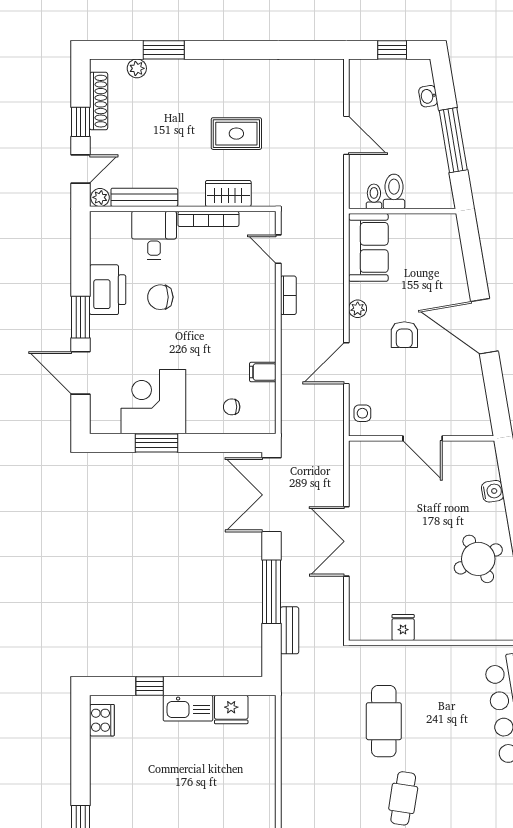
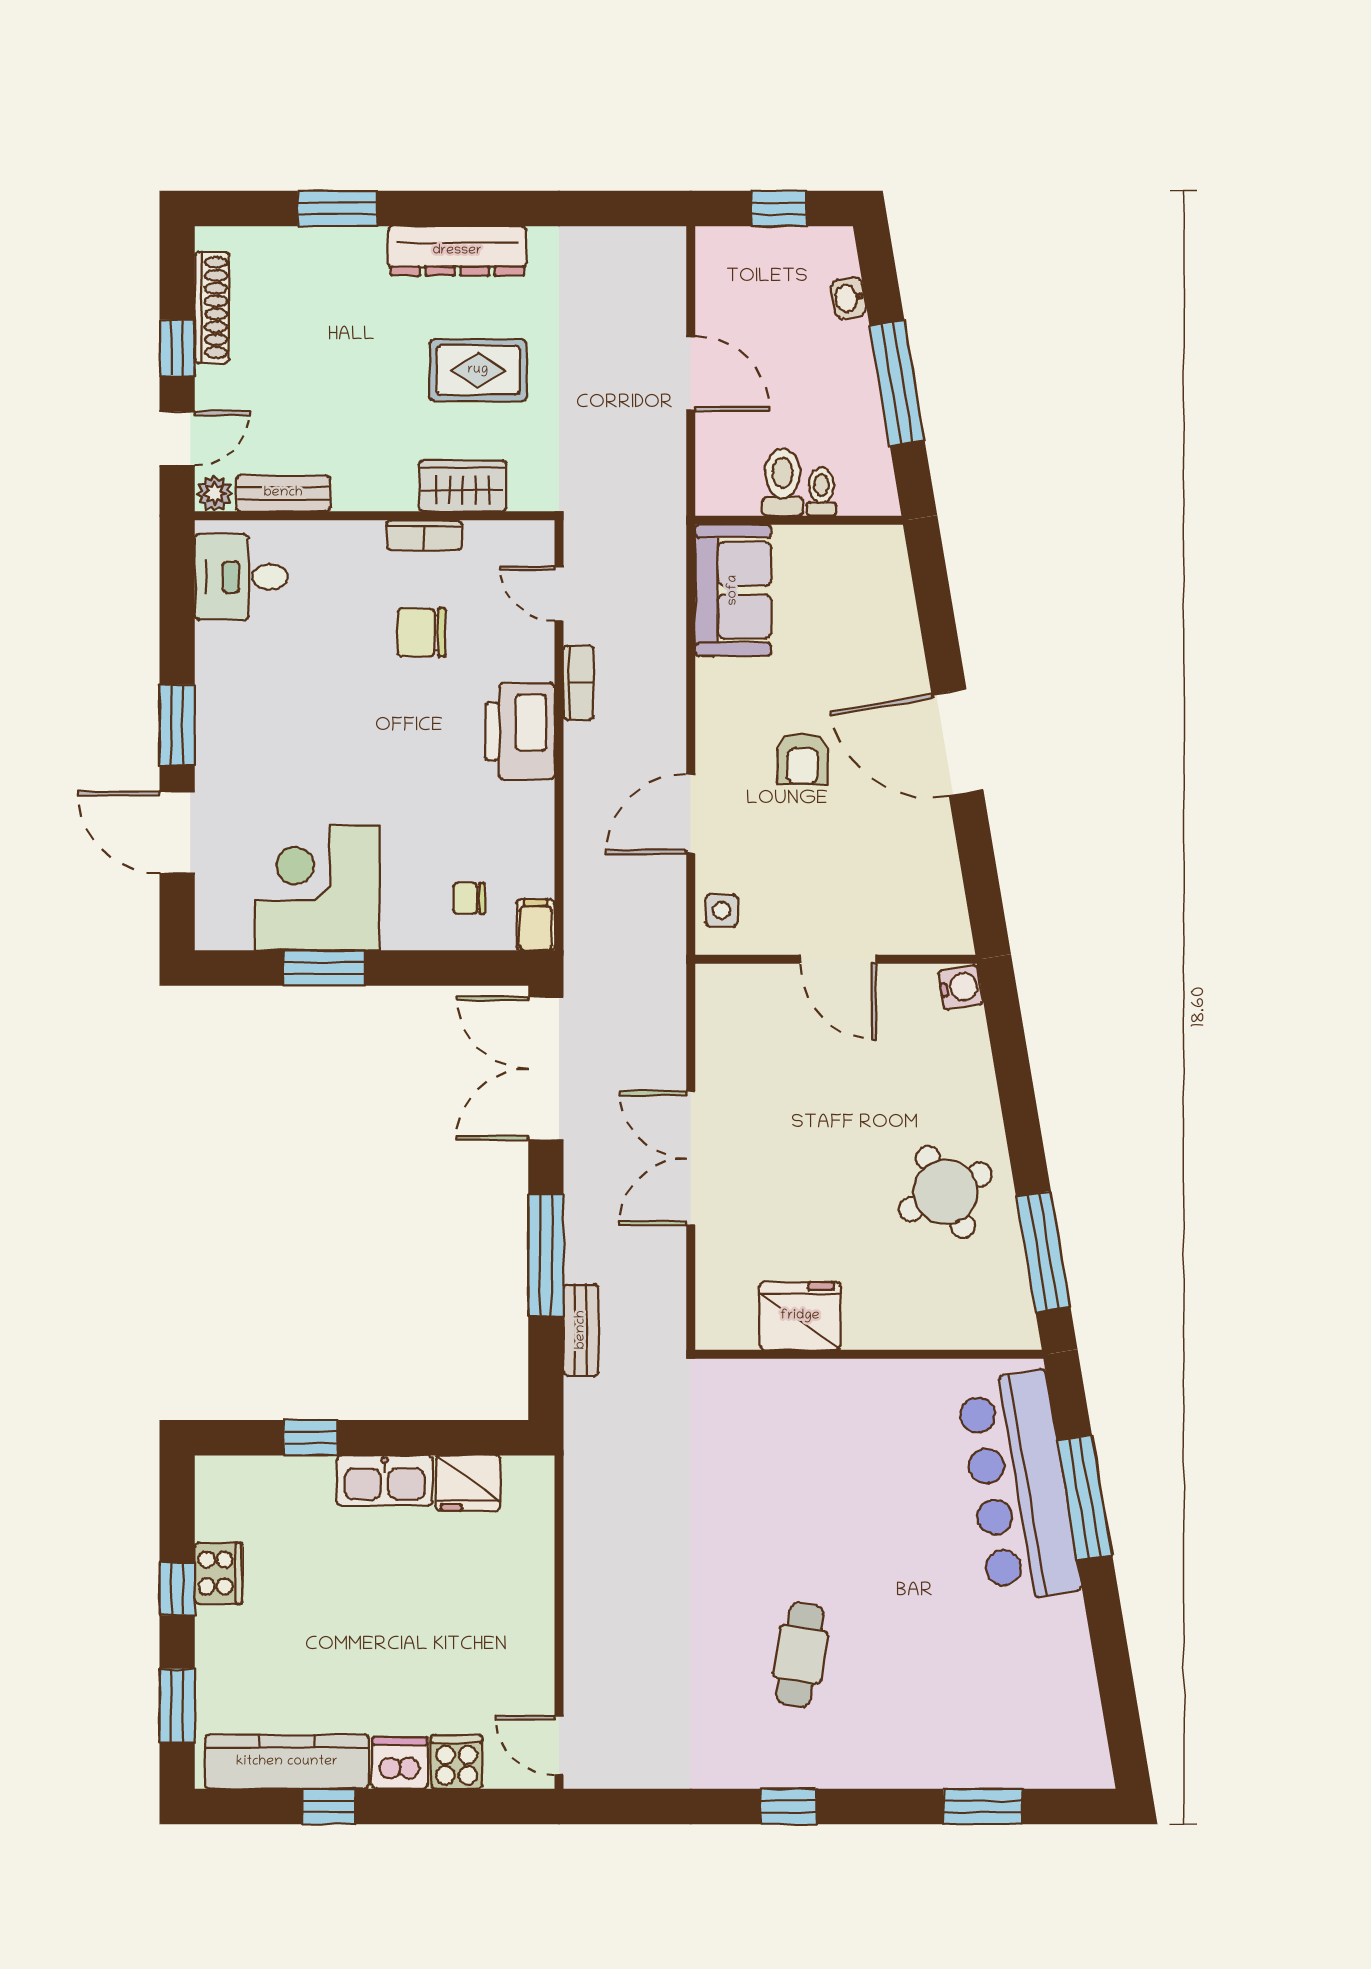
plant: (137, 68) -> (286, 244), removed
dresser: (226, 72) -> (457, 251), added
toilet: (374, 196) -> (821, 492), moved
bench: (144, 197) -> (283, 493), width x0.73
bookcase: (208, 219) -> (424, 535), width x0.64
desk: (154, 235) -> (241, 577), moved, turned -90
printer: (108, 290) -> (520, 731), moved, turned 180
chair: (160, 297) -> (422, 632), moved
plant: (358, 309) -> (712, 709), removed
filing cabinet: (263, 372) -> (536, 925), moved, turned 90
water cooler: (493, 491) -> (961, 987), moved
fridge: (403, 627) -> (800, 1316), width x1.88, depth x1.34
cooker: (102, 720) -> (218, 1573), moved
cafe table: (384, 721) -> (763, 1506), removed
window: (81, 764) -> (177, 1589), added

